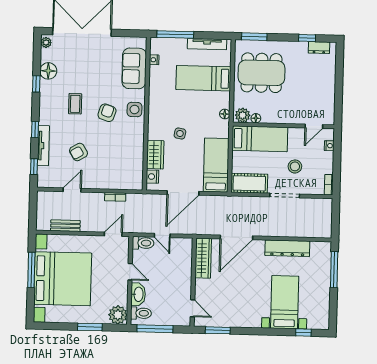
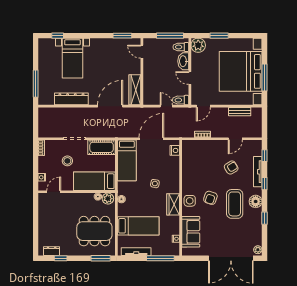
floor lamp: (48, 71) -> (256, 201), moved
coffee table: (75, 104) -> (235, 204), width x1.86, depth x1.72
wardrobe: (155, 155) -> (173, 204), moved

